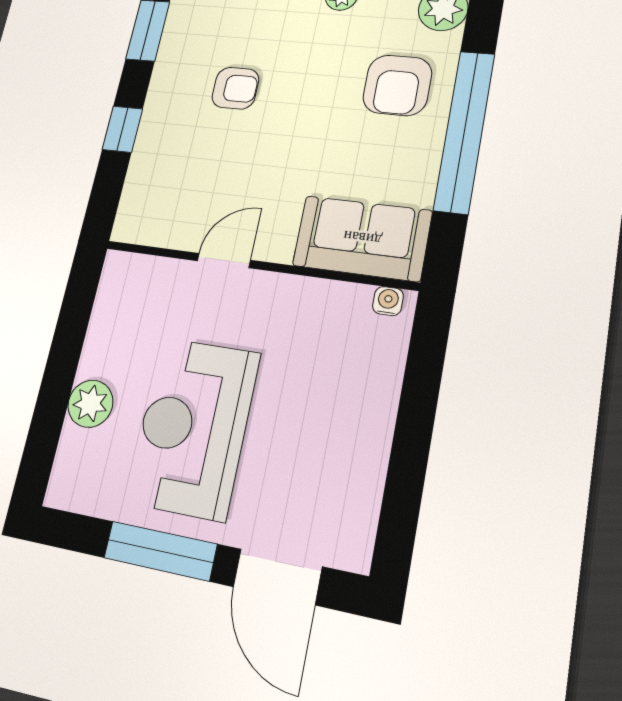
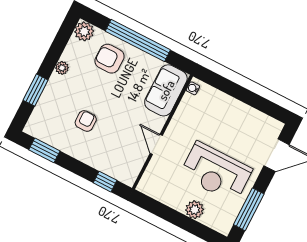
armchair: (397, 85) -> (110, 59), turned 180
window: (122, 129) -> (105, 182), moved
window: (160, 551) -> (249, 209), moved

